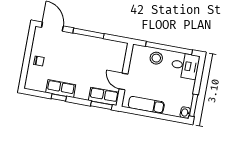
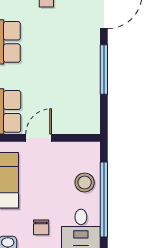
chair: (179, 90) -> (41, 227), added

